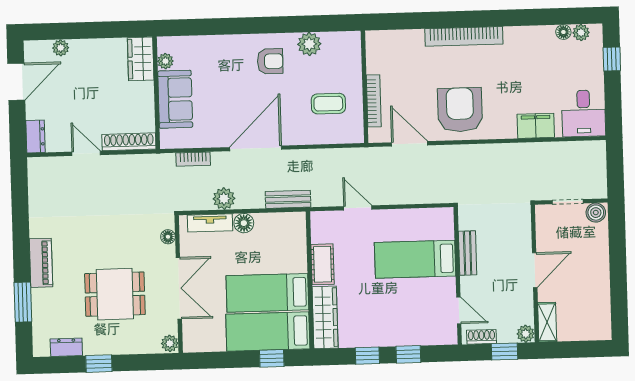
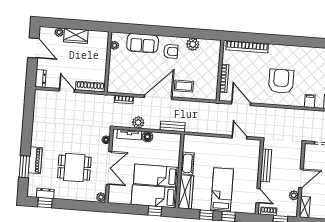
bookcase: (464, 36) -> (247, 47), moved
wardrobe: (141, 59) -> (76, 36), moved, turned -90
door: (16, 82) -> (33, 48), hinge flipped
sofa: (175, 99) -> (143, 43), moved, turned 90
coffee table: (328, 104) -> (184, 86), moved
armchair: (460, 110) -> (281, 81), moved
filing cabinet: (536, 126) -> (310, 101), width x0.50
door: (358, 208) -> (239, 137), moved
bench: (468, 253) -> (266, 165), width x1.36
bed: (415, 259) -> (222, 190), moved, turned 90
piano: (41, 263) -> (35, 160), moved
plant: (526, 334) -> (294, 195), moved
window: (99, 364) -> (45, 203), moved

